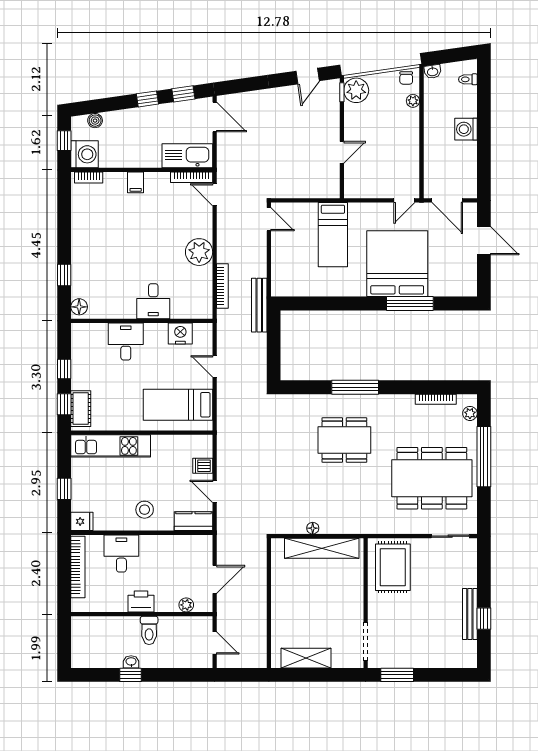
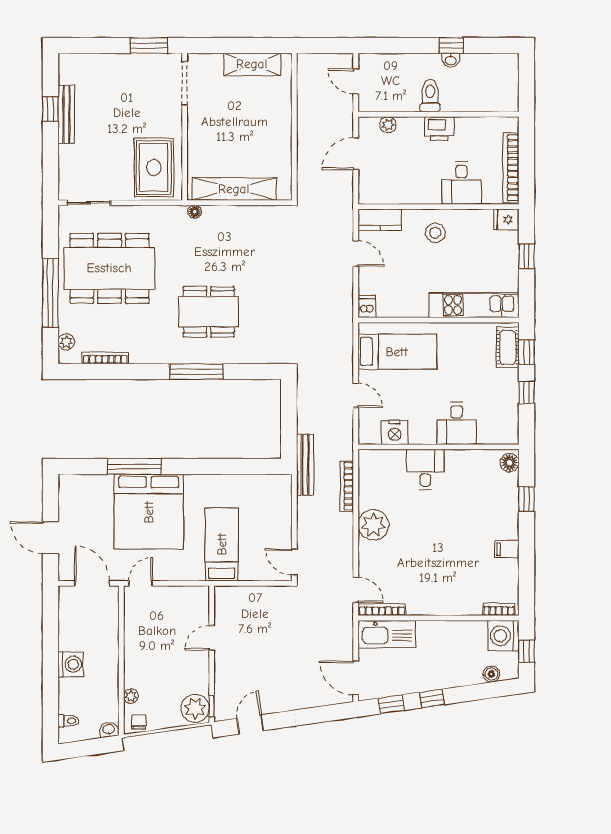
filing cabinet: (136, 182) -> (507, 549), moved, turned -90
dishwasher: (203, 466) -> (367, 306), moved, turned -90
floor lamp: (313, 528) -> (195, 212), moved

